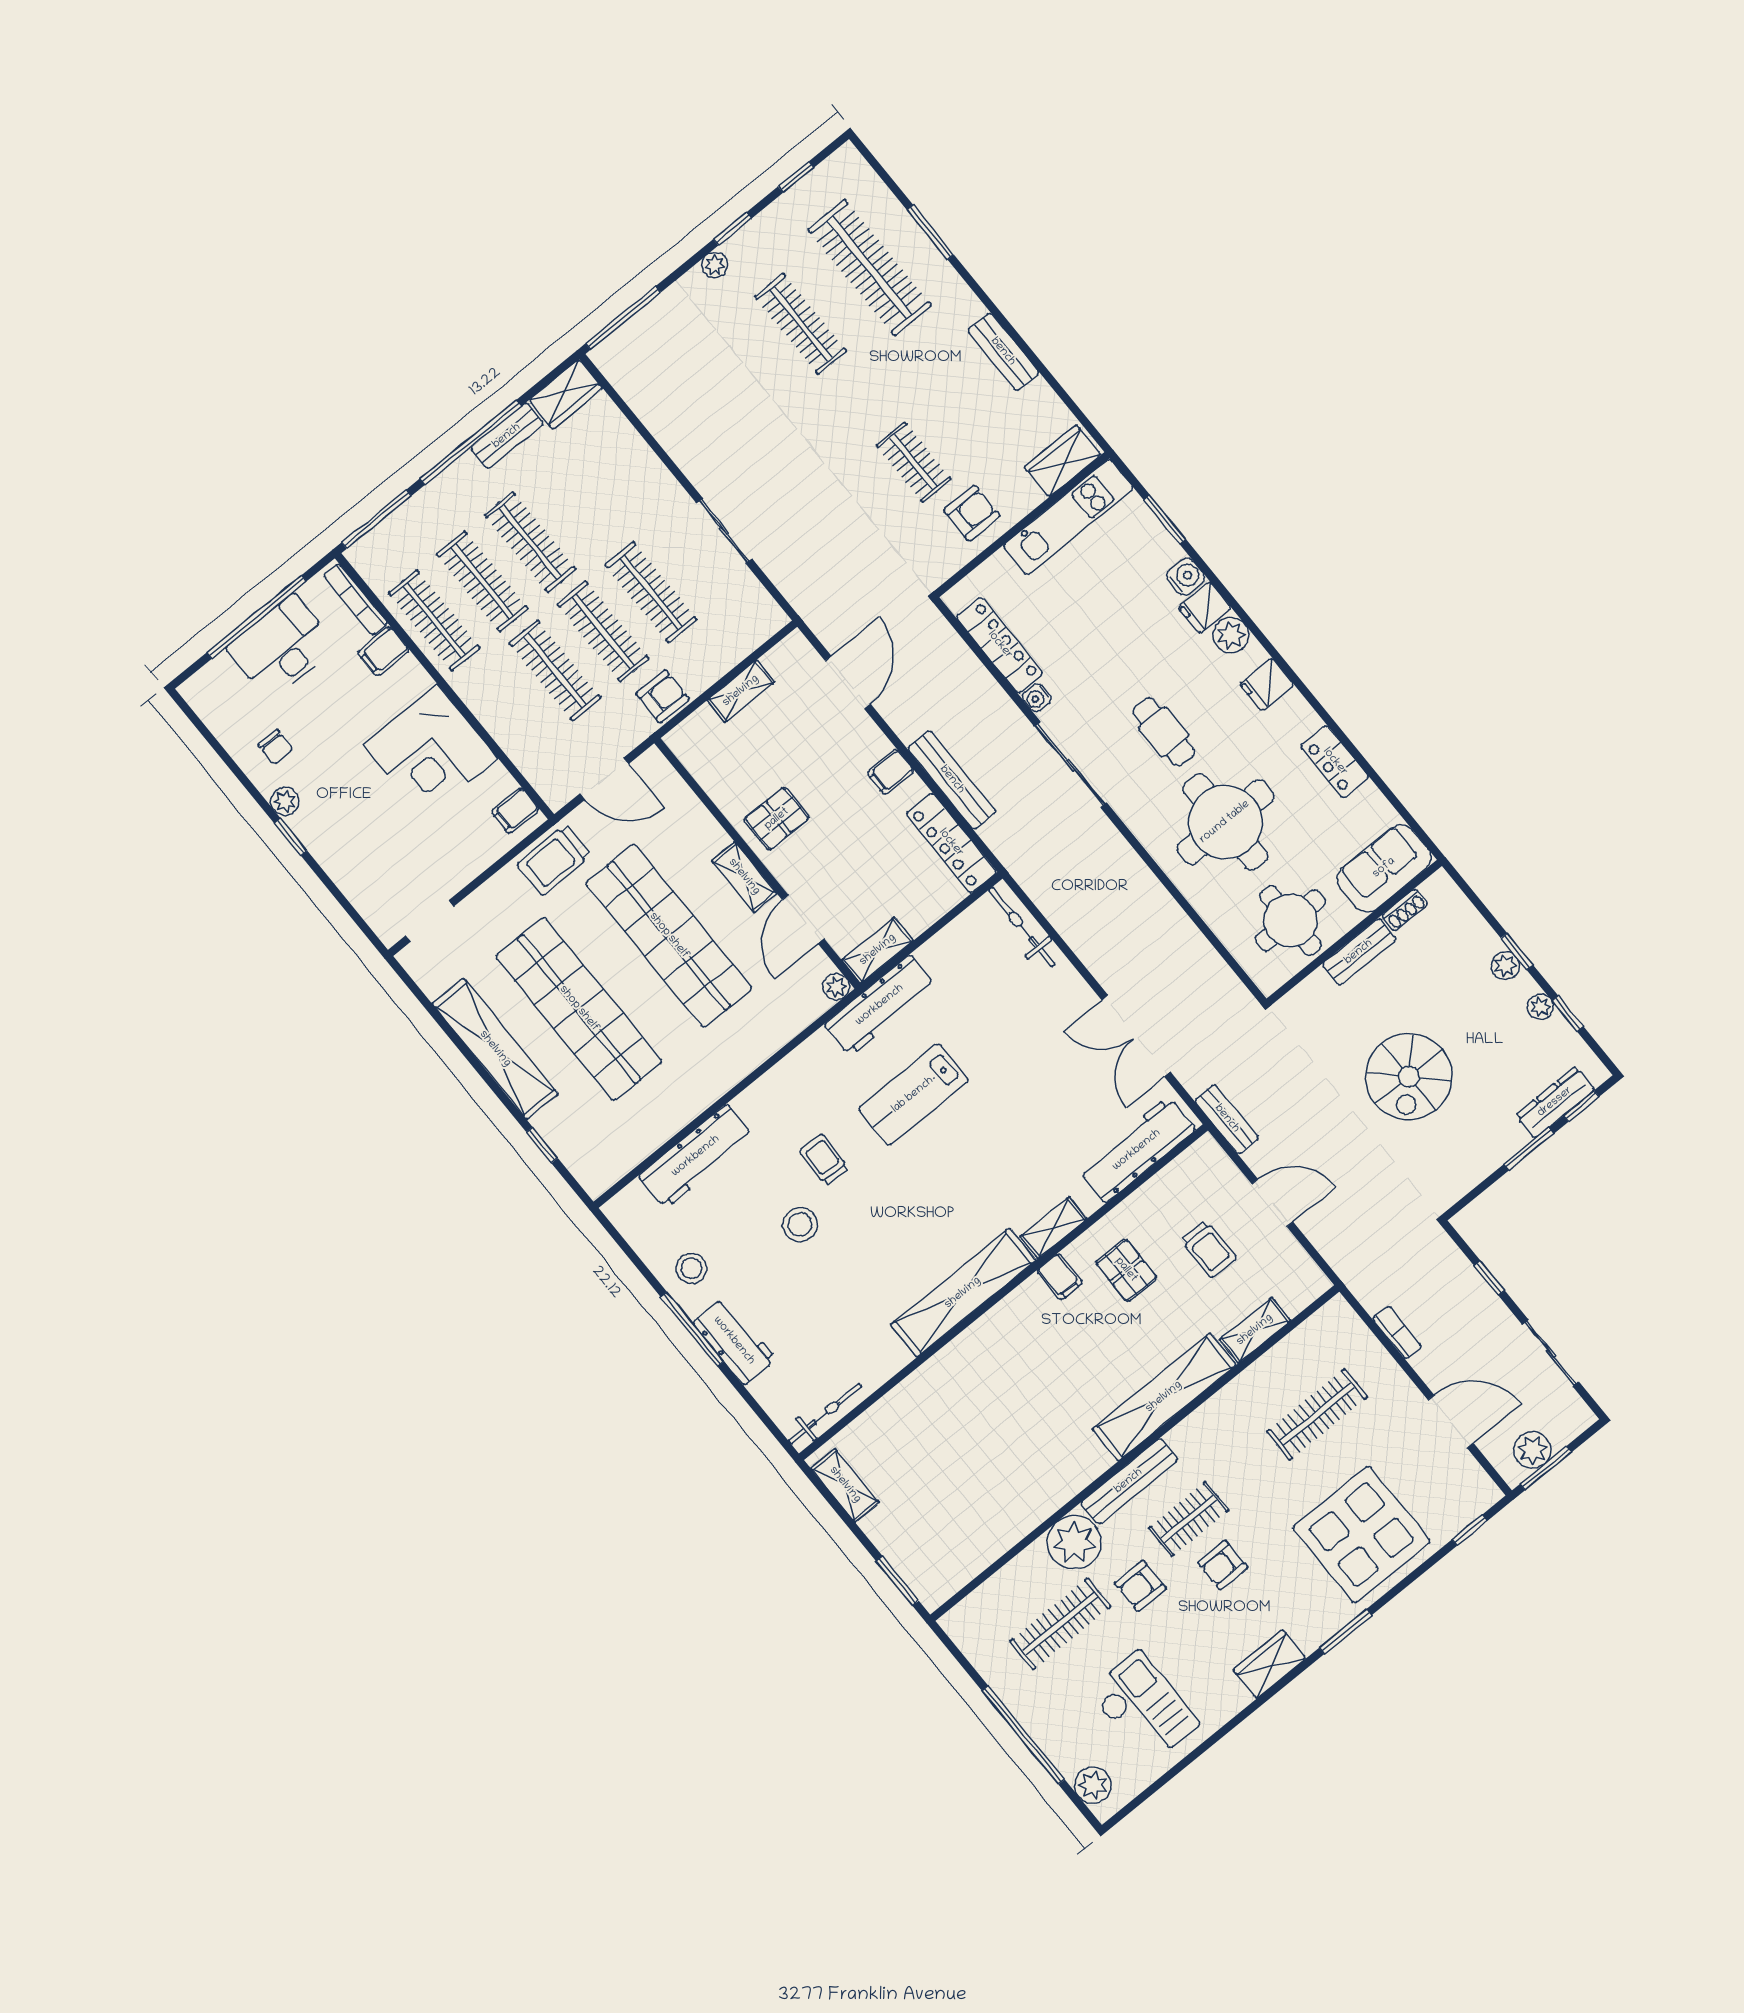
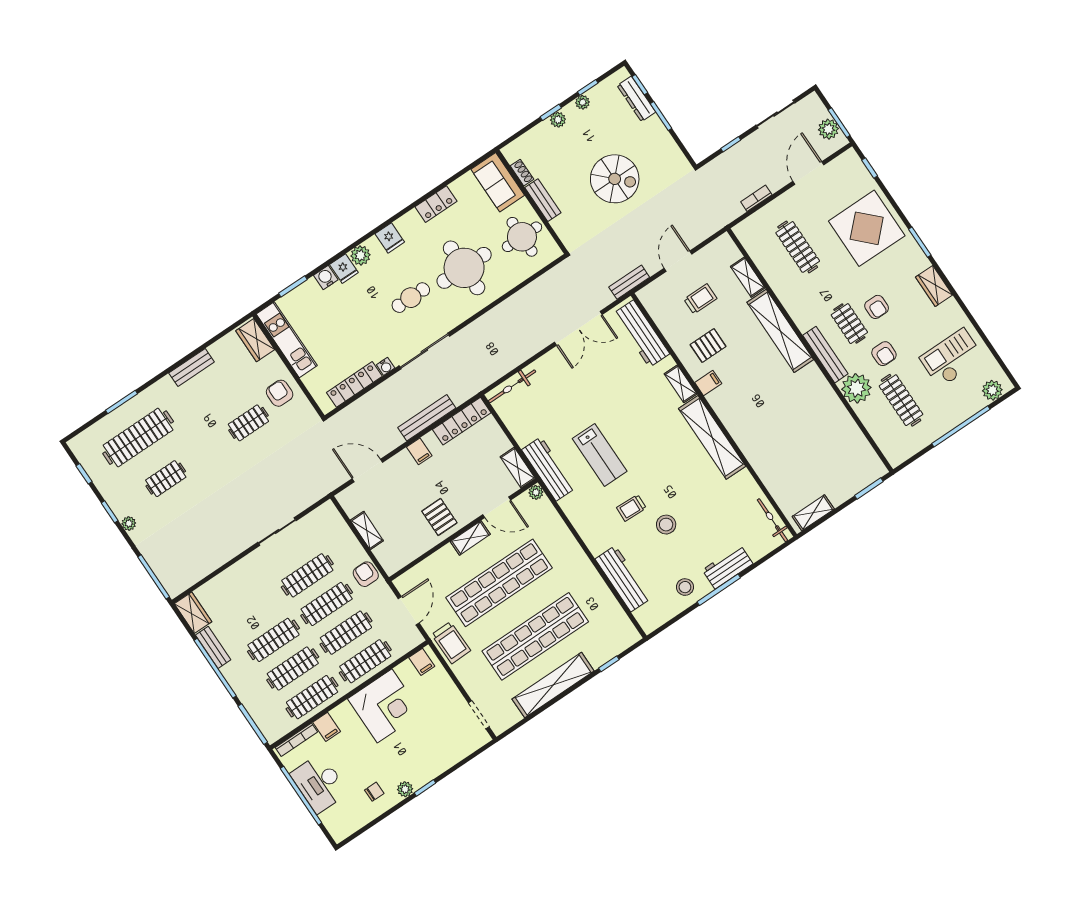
clothes rail: (801, 324) -> (166, 479), width x0.73
clothes rail: (507, 710) -> (365, 661), added

